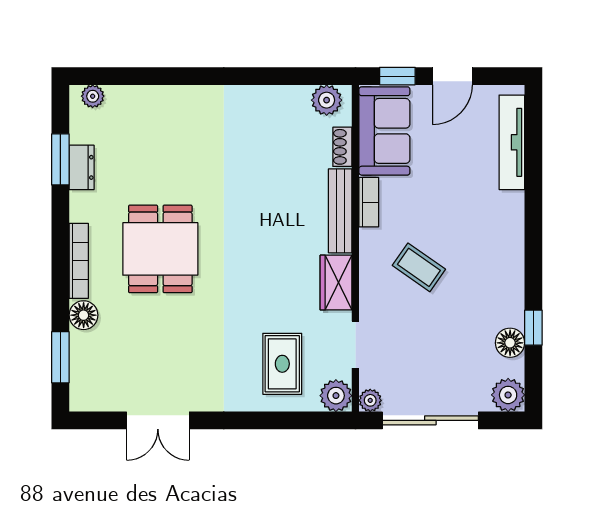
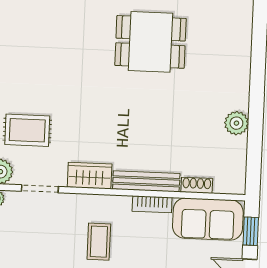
plant: (327, 100) -> (236, 123), moved
dining table: (160, 249) -> (151, 42), moved
coffee table: (419, 267) -> (99, 242), turned -35

